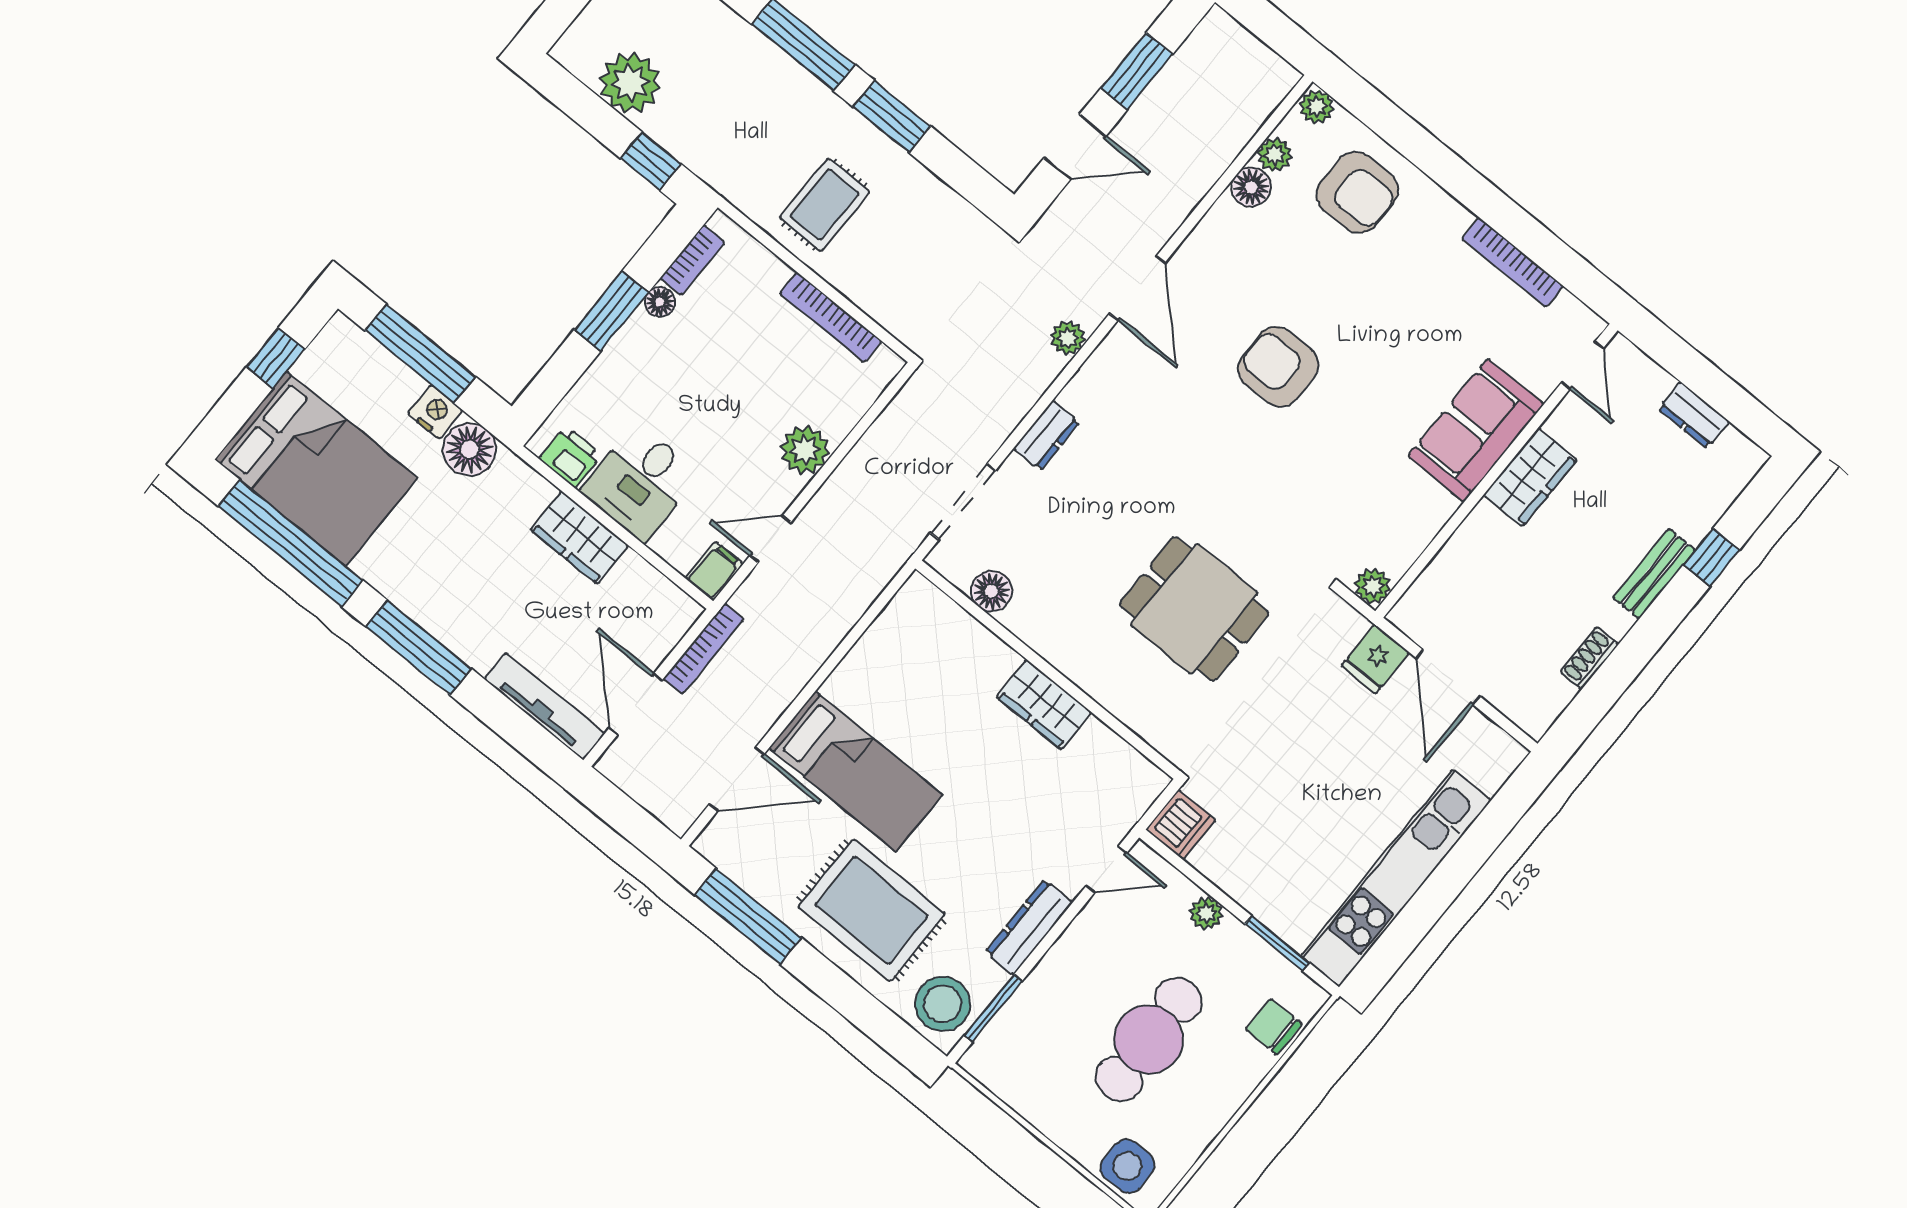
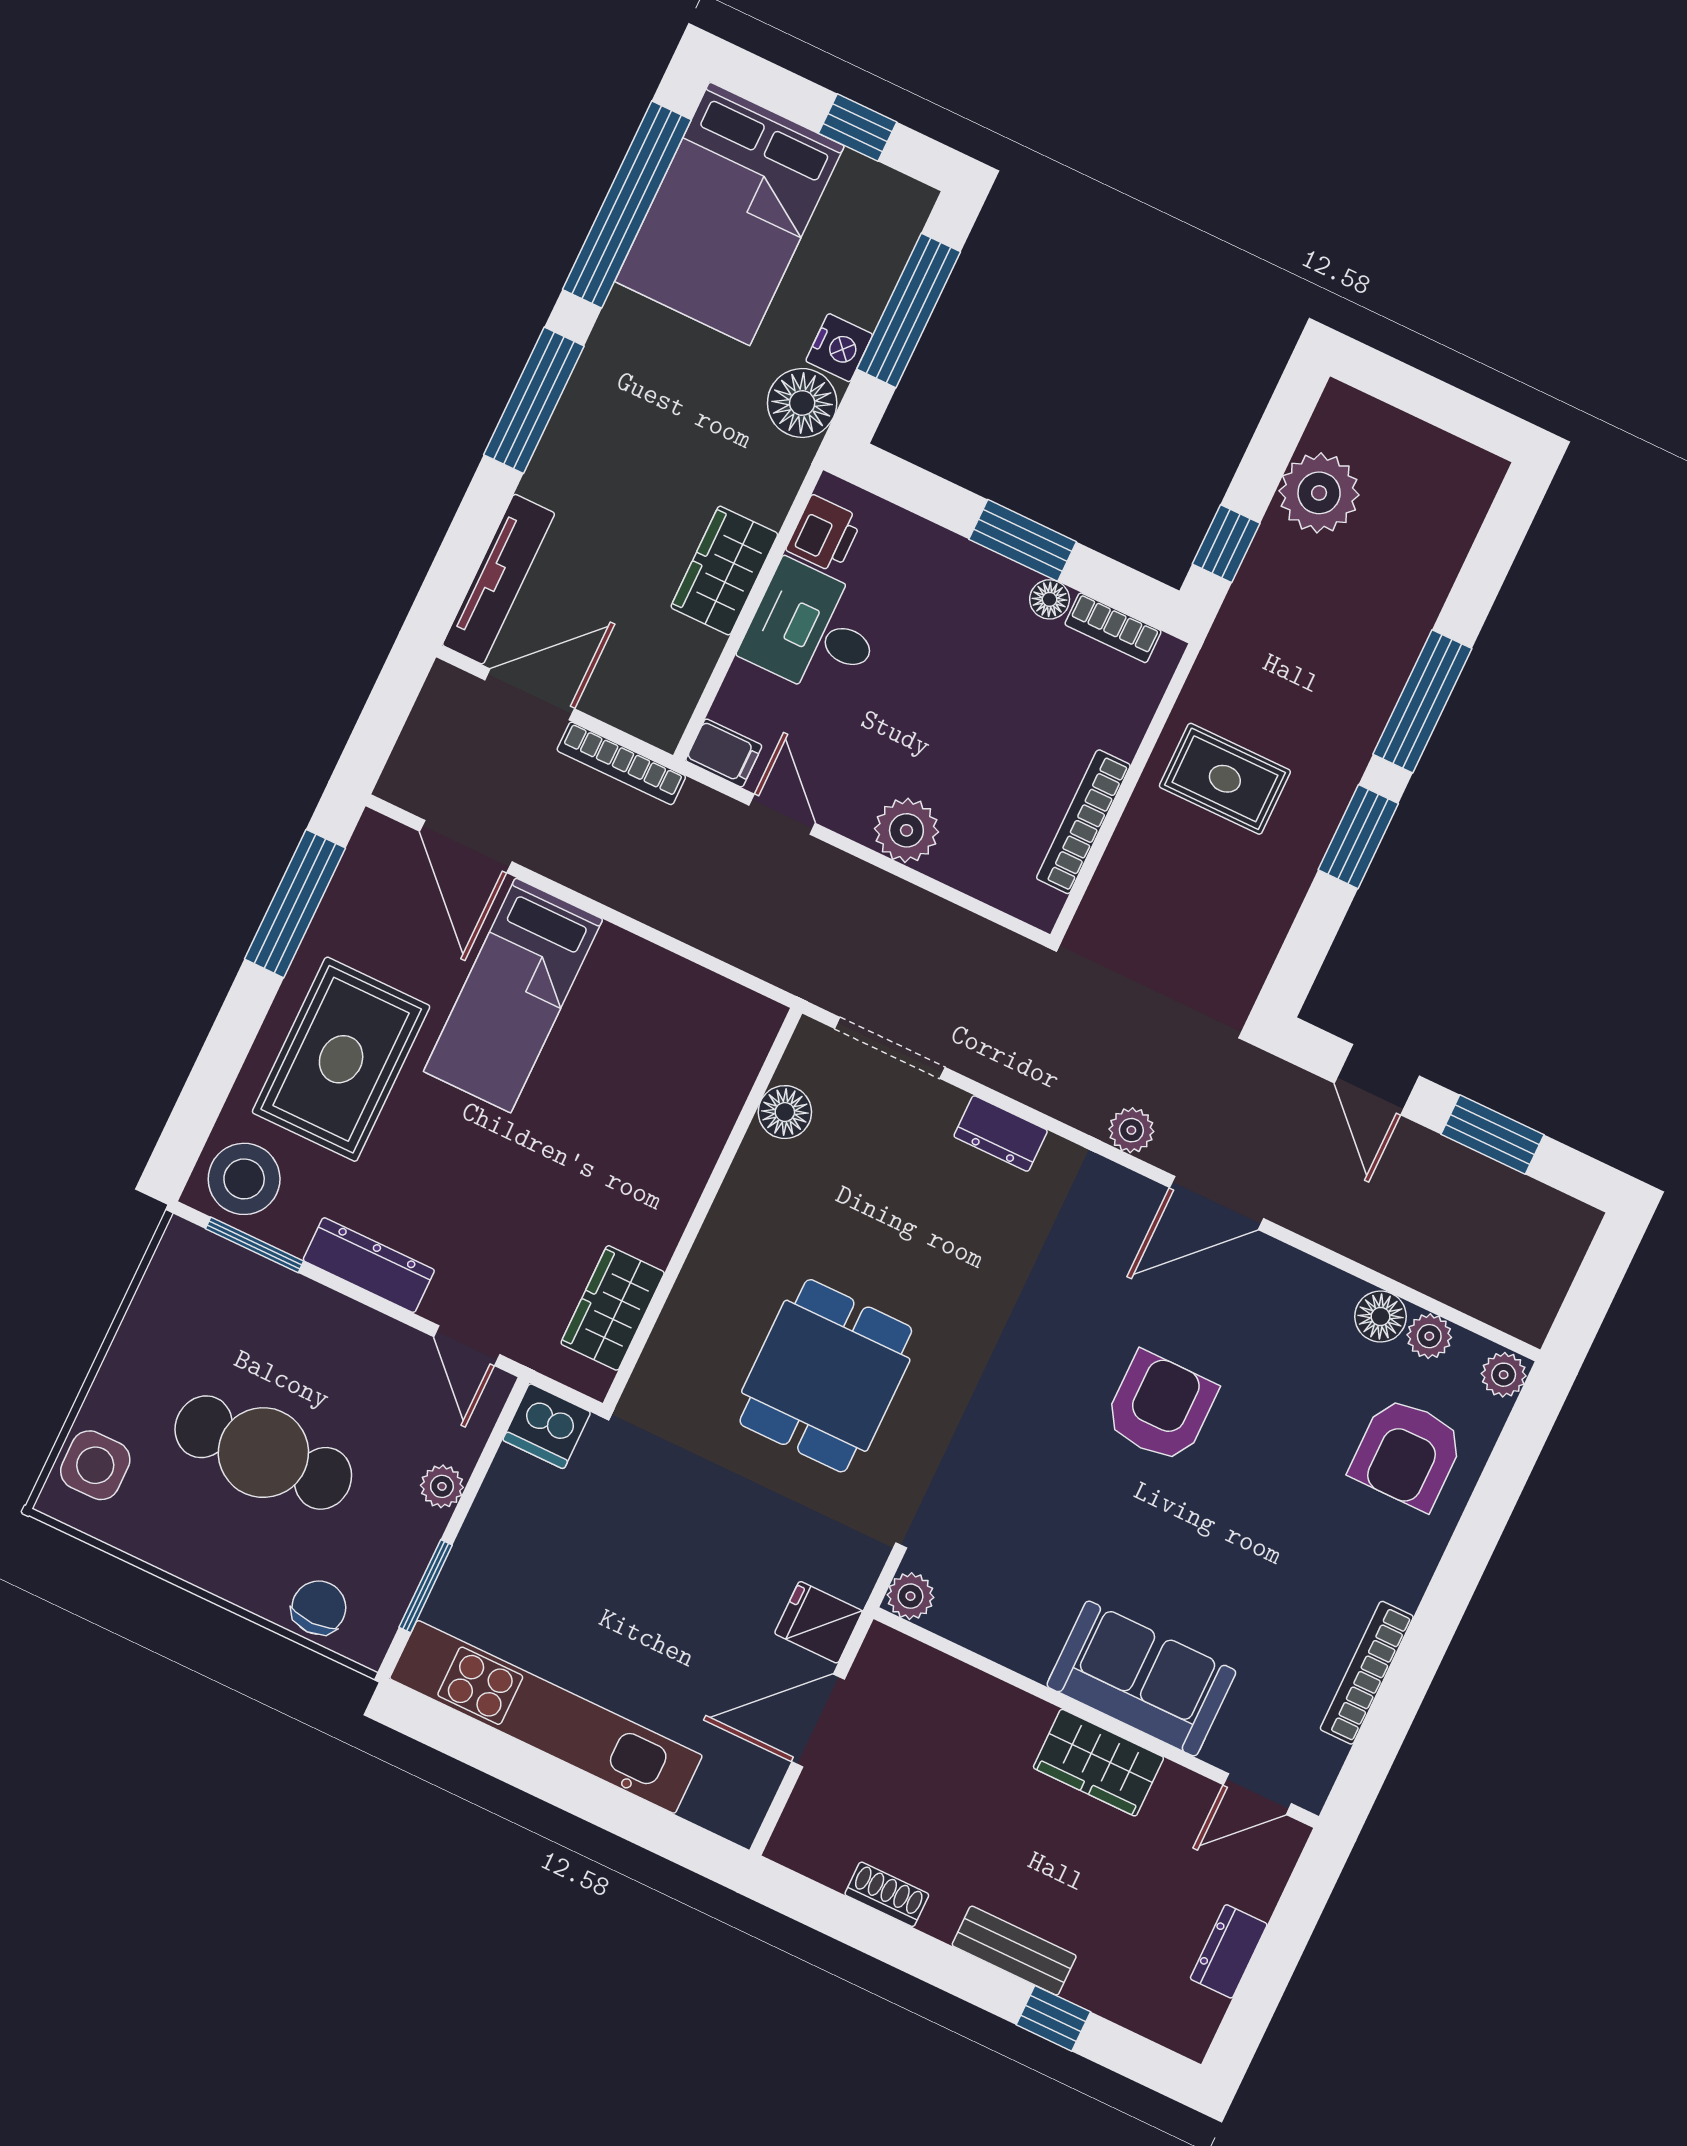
wardrobe: (1044, 705) -> (613, 1308), moved

